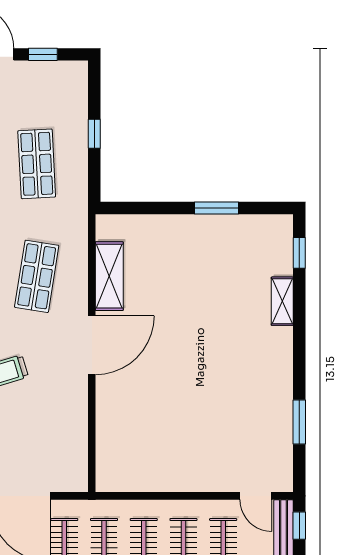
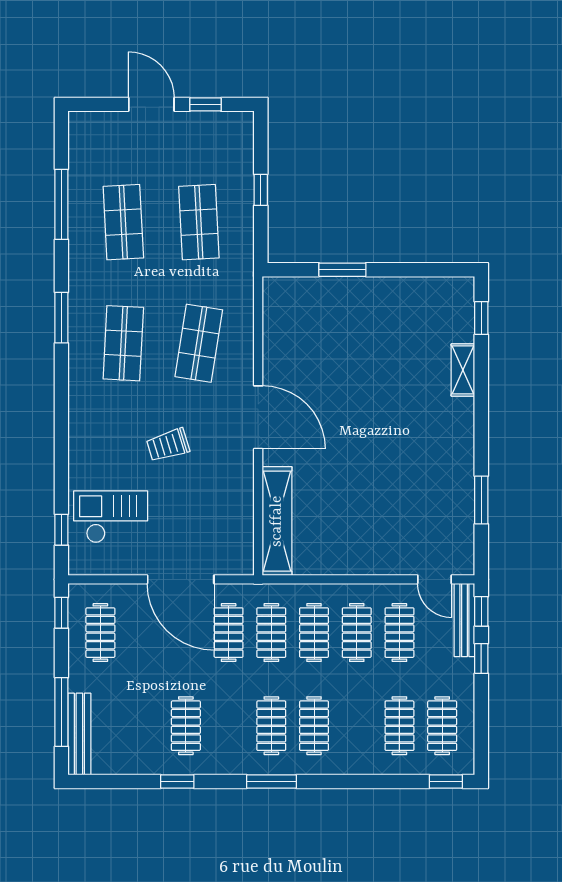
window: (217, 208) -> (342, 270), moved
shelving: (109, 276) -> (277, 521), moved, width x1.47
door: (92, 345) -> (258, 417), hinge flipped

